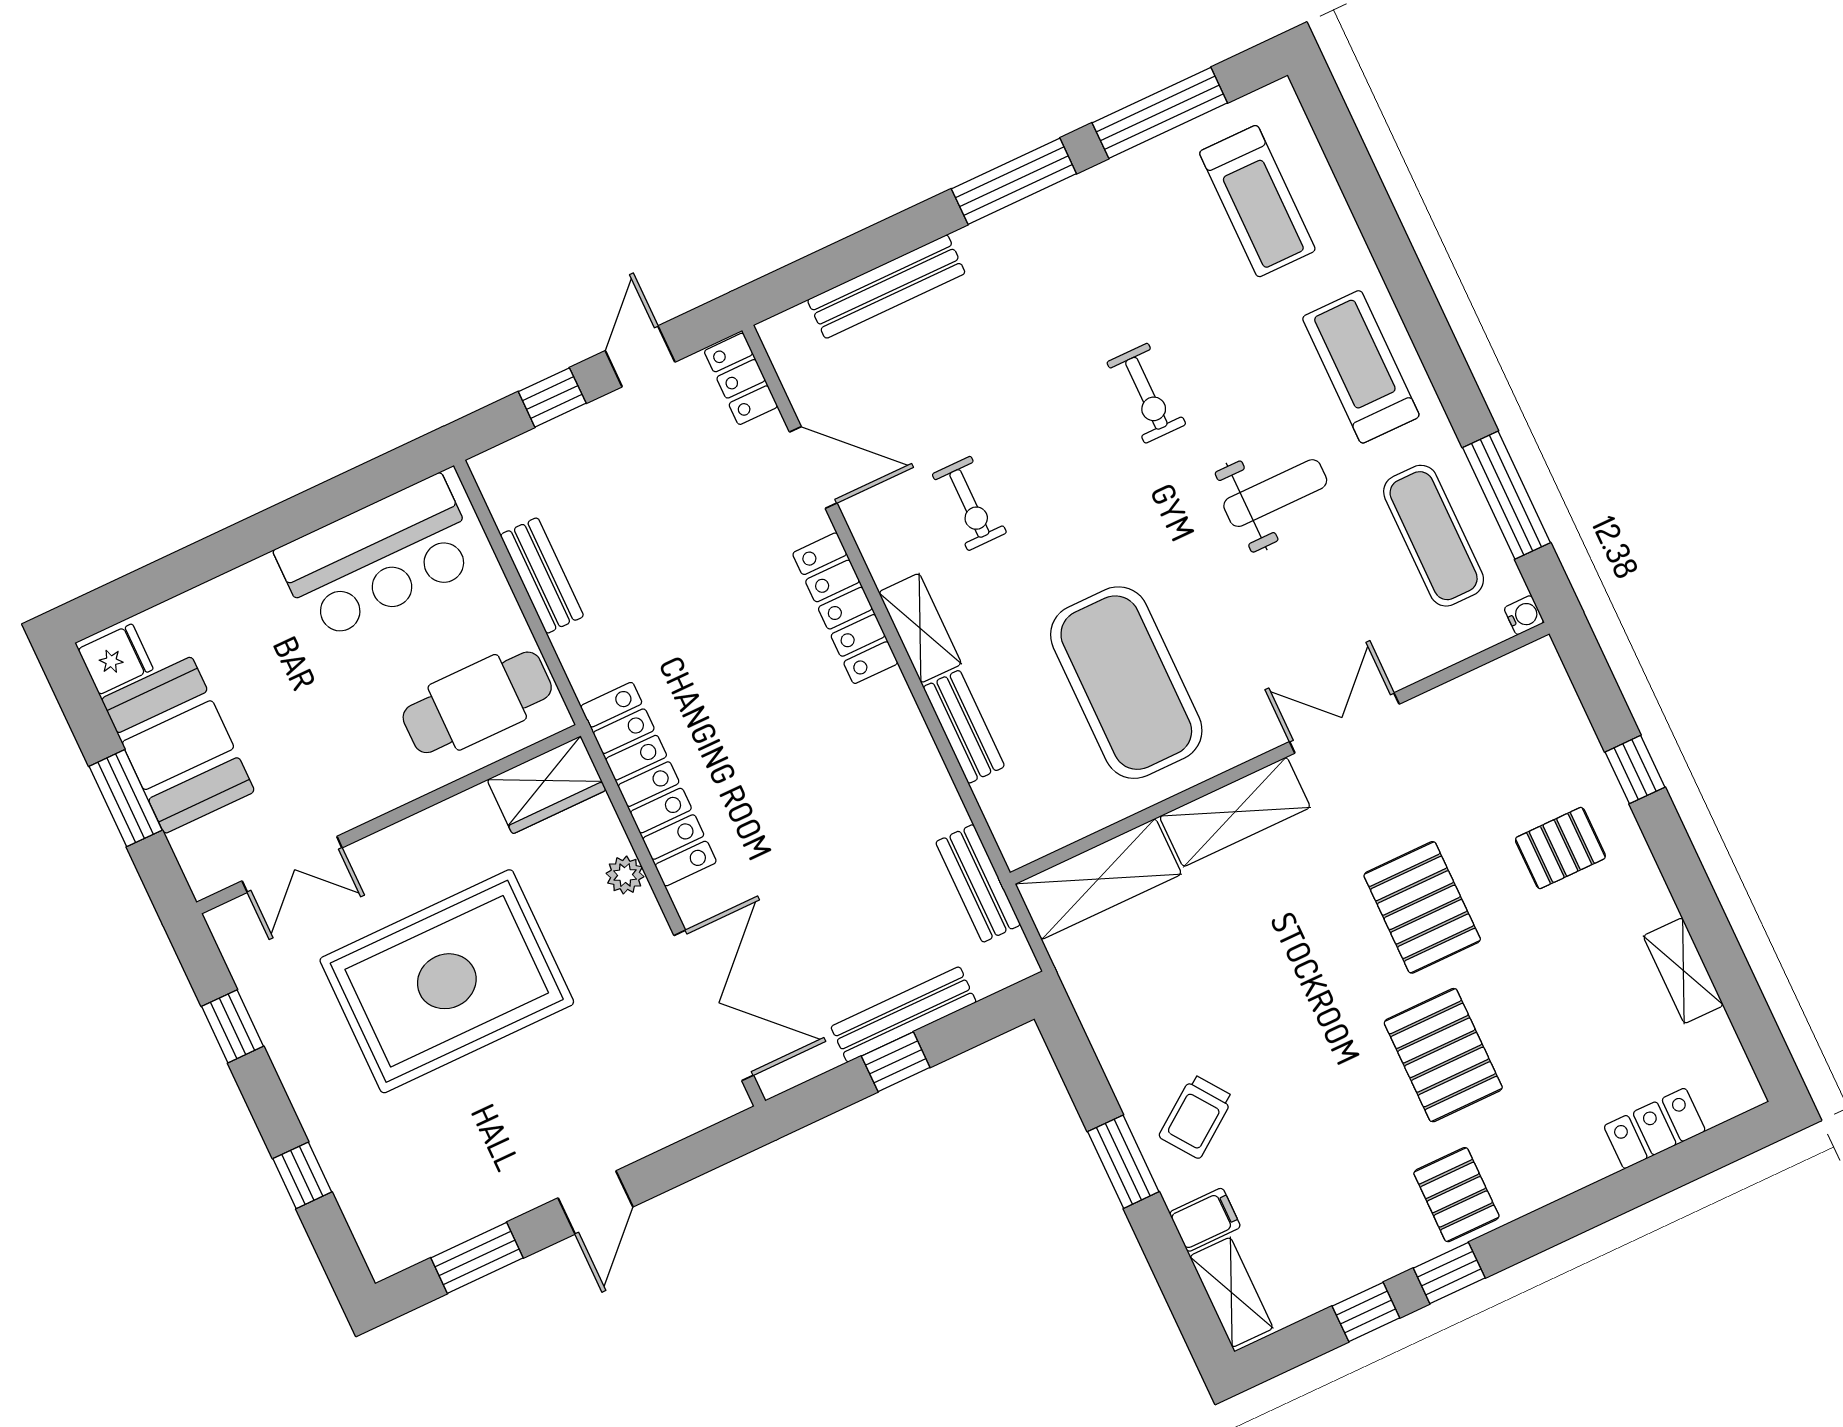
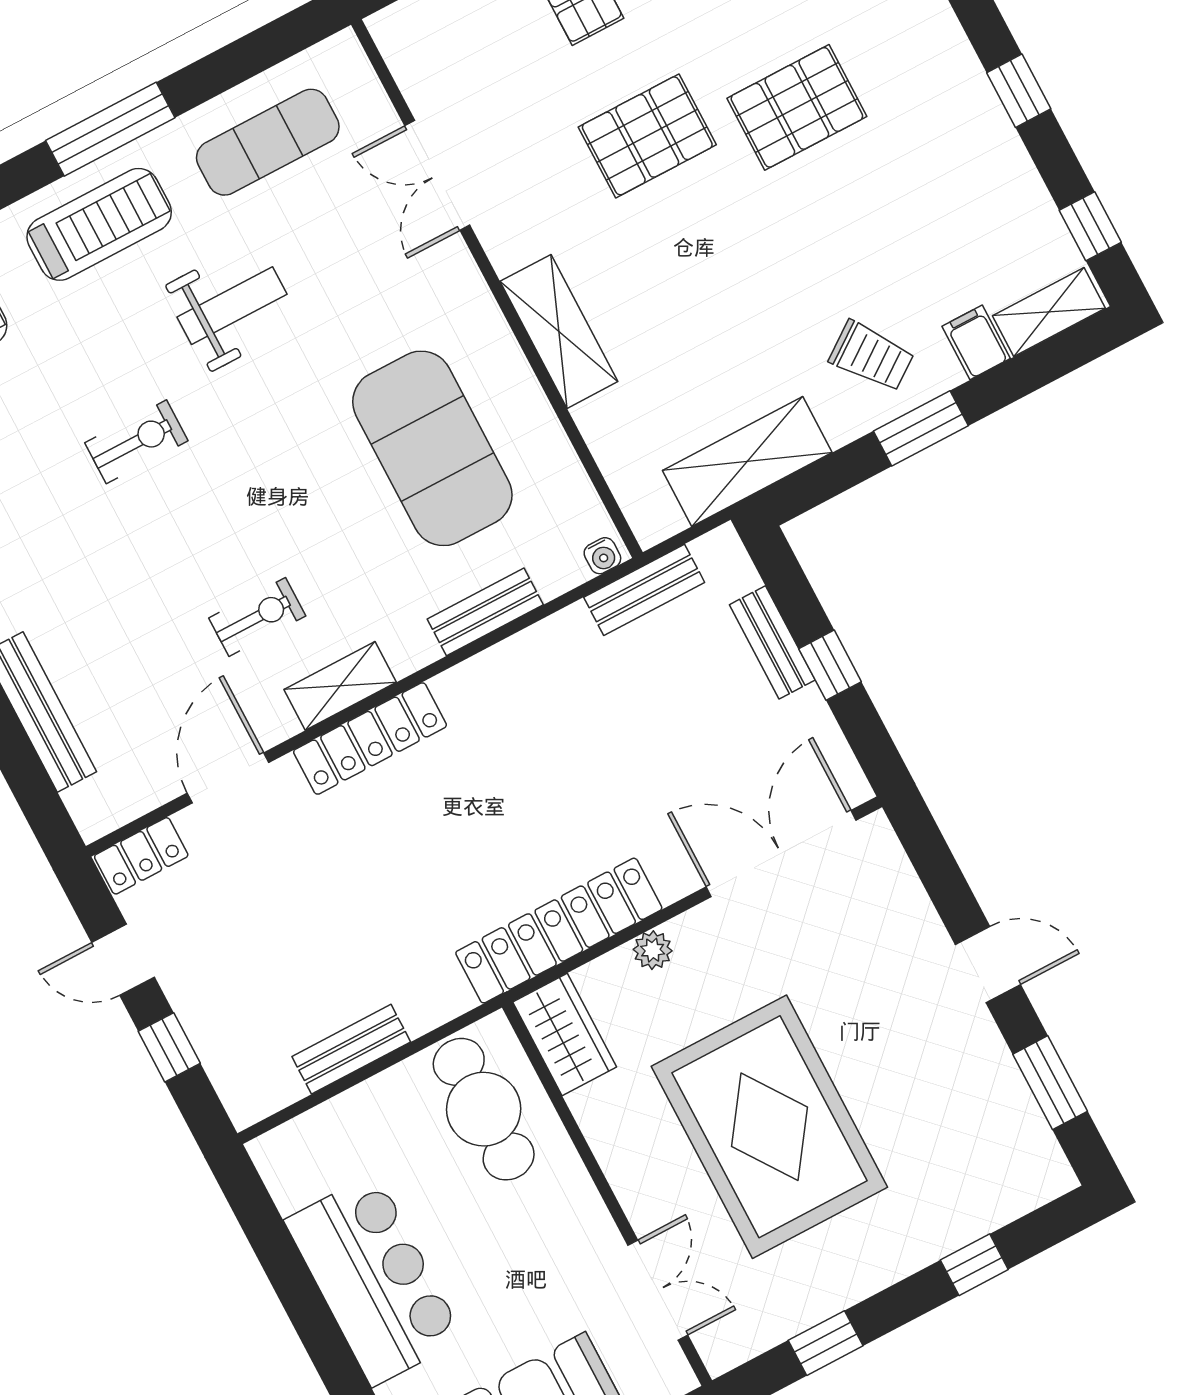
treadmill: (1361, 367) -> (99, 224), turned 180
weight bench: (1275, 493) -> (232, 306), turned 90
window: (1507, 495) -> (110, 129), moved
bar counter: (378, 558) -> (374, 1280), moved
water cooler: (1524, 615) -> (602, 556), moved, turned 180
shelving: (920, 628) -> (340, 686), moved
exercise mat: (1126, 683) -> (432, 448), turned 90
double door: (1344, 723) -> (437, 175), moved
shelving: (1098, 879) -> (747, 461), moved, turned 90
bench: (903, 1014) -> (772, 642), width x0.73
pallet: (1456, 1195) -> (939, 87), removed
window: (1366, 1312) -> (1090, 226), moved

